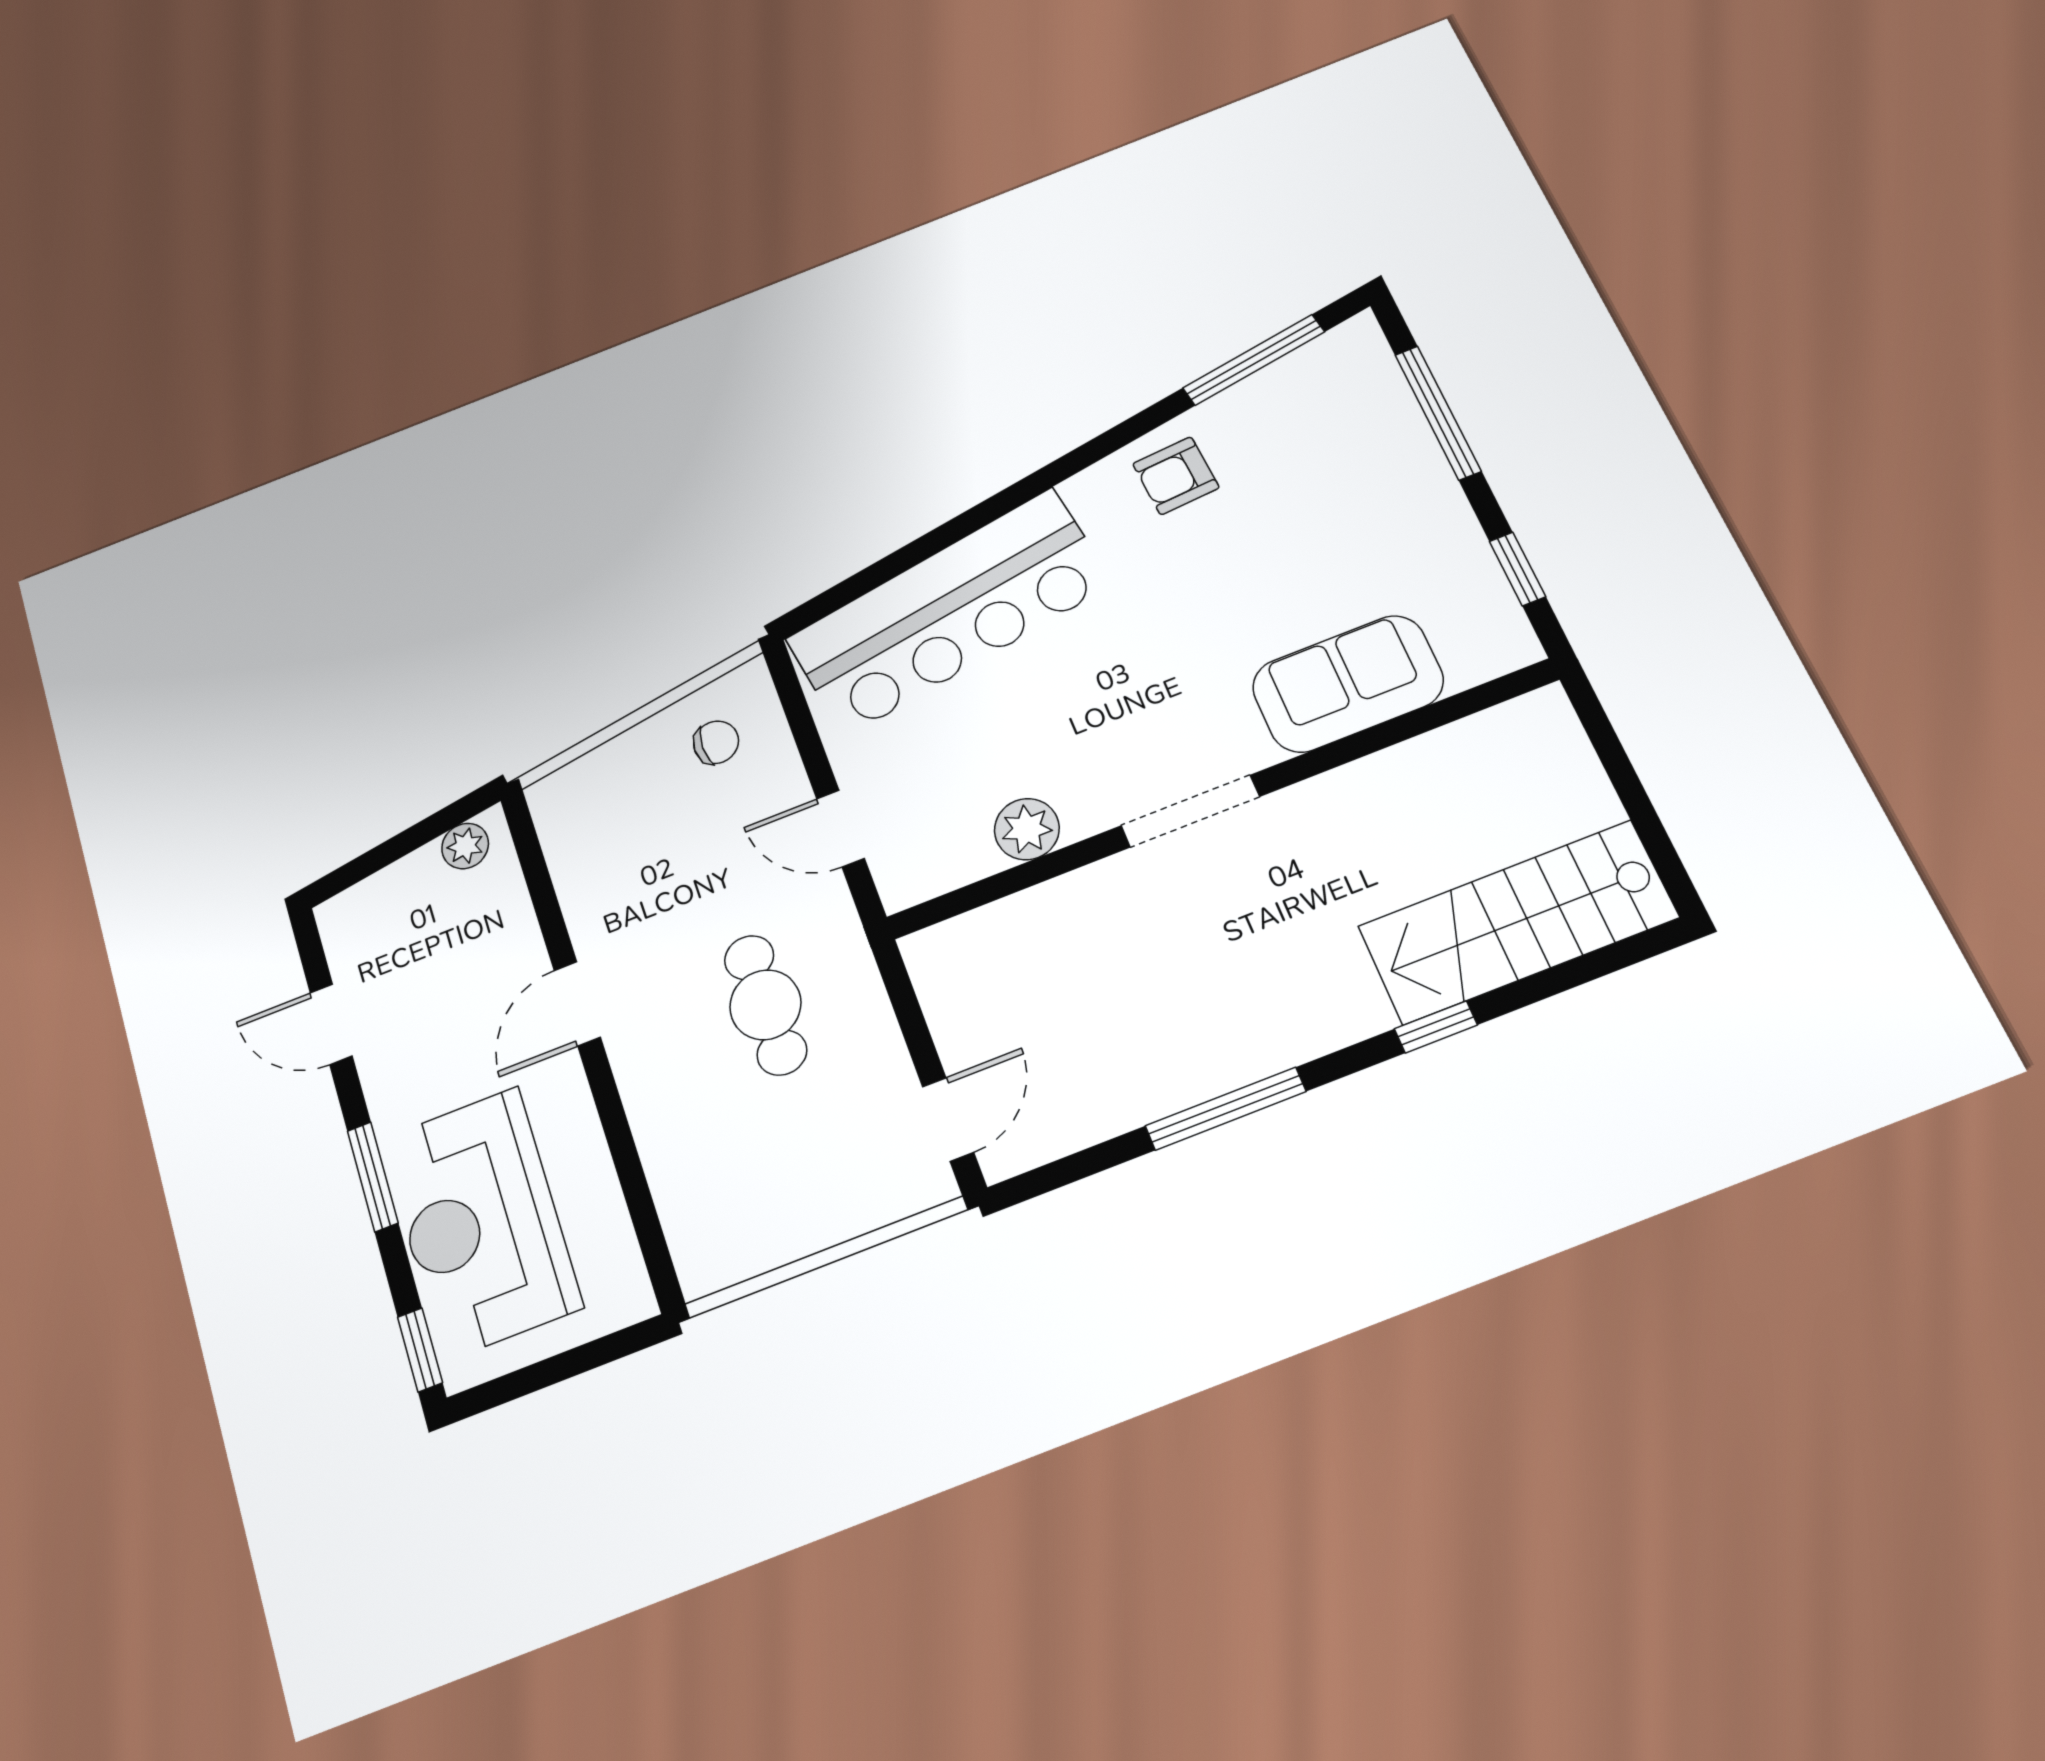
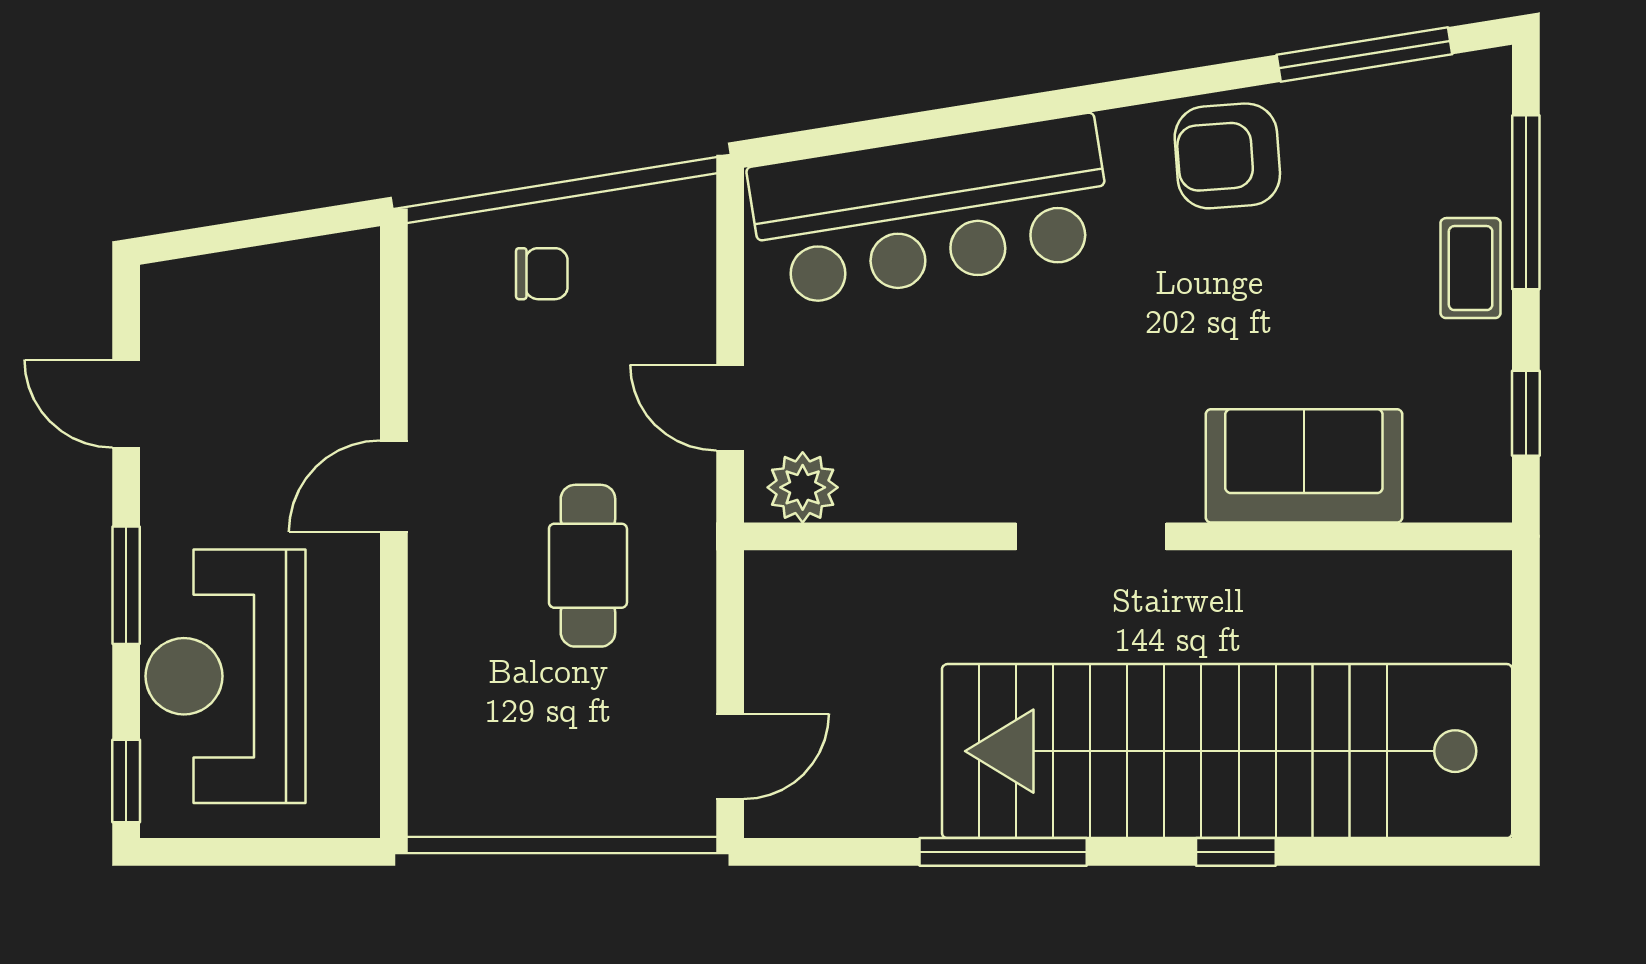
armchair: (1176, 476) -> (1227, 156), width x1.38, depth x1.38
coffee table: (1416, 479) -> (1471, 268), added
chair: (716, 742) -> (542, 274), moved
plant: (1027, 829) -> (803, 487), moved
plant: (465, 846) -> (327, 262), removed
stairs: (1518, 922) -> (1227, 751), width x1.86, depth x1.51

